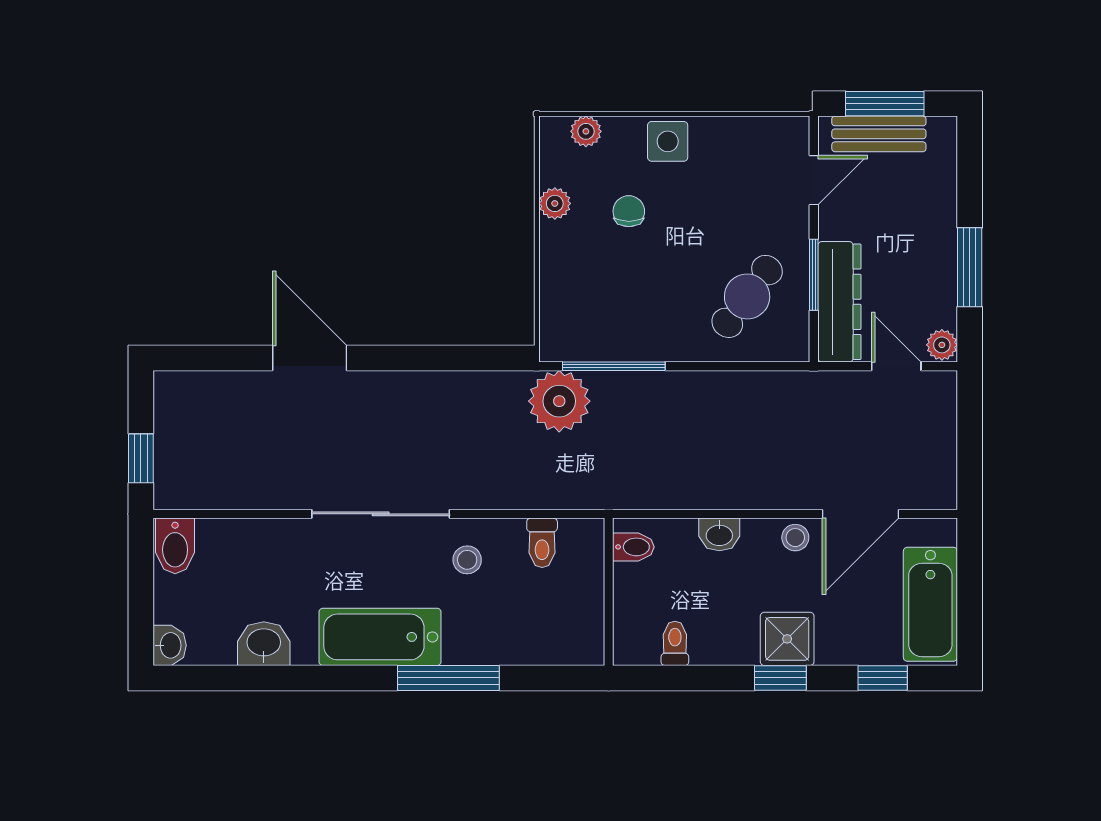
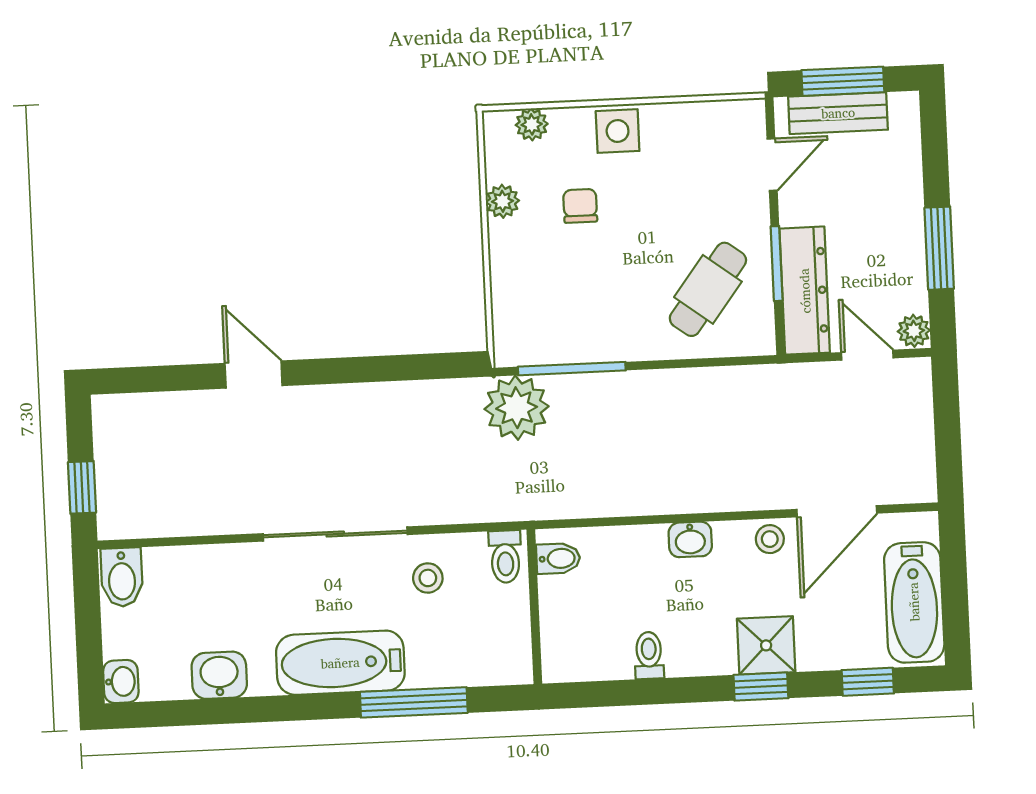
door: (310, 358) -> (254, 374), width x0.73
bidet: (633, 547) -> (558, 558), moved
wall: (609, 592) -> (534, 607), moved

